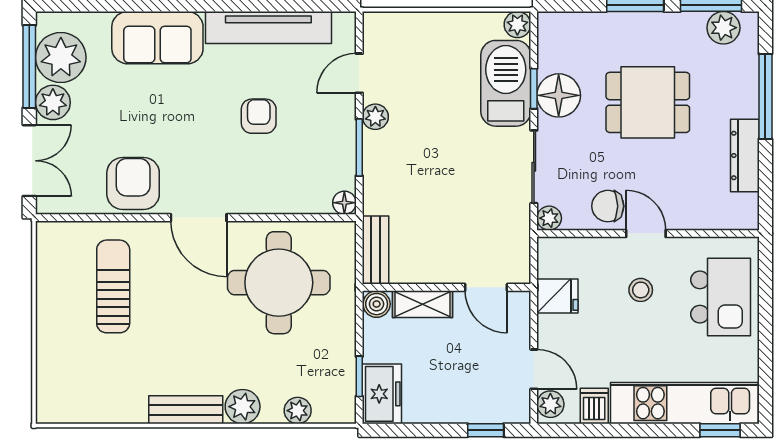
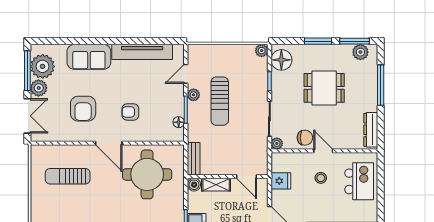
barbecue: (506, 83) -> (256, 79), removed
floor lamp: (559, 95) -> (281, 60), moved
armchair: (259, 116) -> (130, 112), moved, turned -90
sun lounger: (430, 130) -> (220, 101), added
dresser: (745, 155) -> (371, 130), moved
armchair: (133, 183) -> (83, 109), moved, turned 180
floor lamp: (344, 203) -> (179, 122), moved
chair: (608, 206) -> (305, 138), turned 180
sun lounger: (113, 286) -> (68, 176), turned -90

